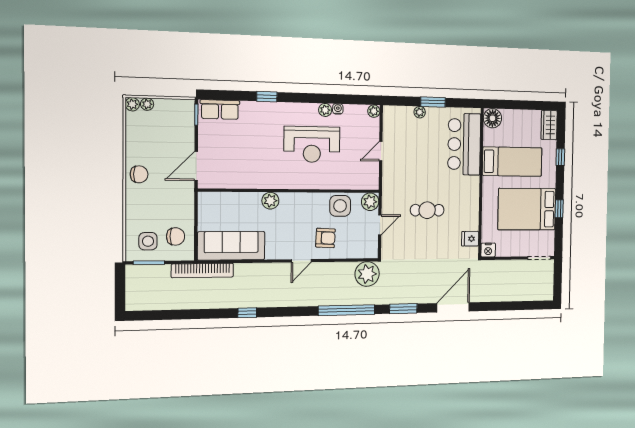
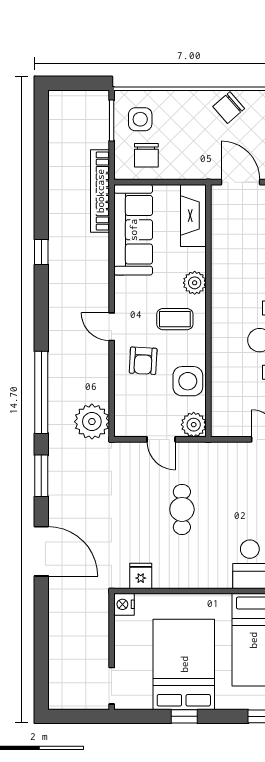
chair: (139, 174) -> (229, 108), turned 49
fireplace: (221, 201) -> (193, 216), added
coffee table: (296, 215) -> (175, 319), added

